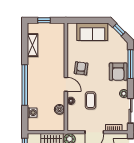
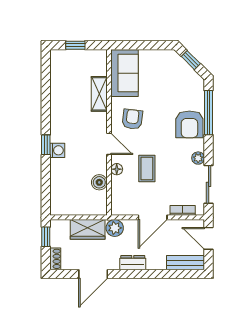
sofa: (92, 32) -> (125, 73), moved, turned -90
shelving: (33, 45) -> (99, 94), moved
window: (25, 85) -> (46, 145), width x0.32
washing machine: (32, 113) -> (57, 150), moved

